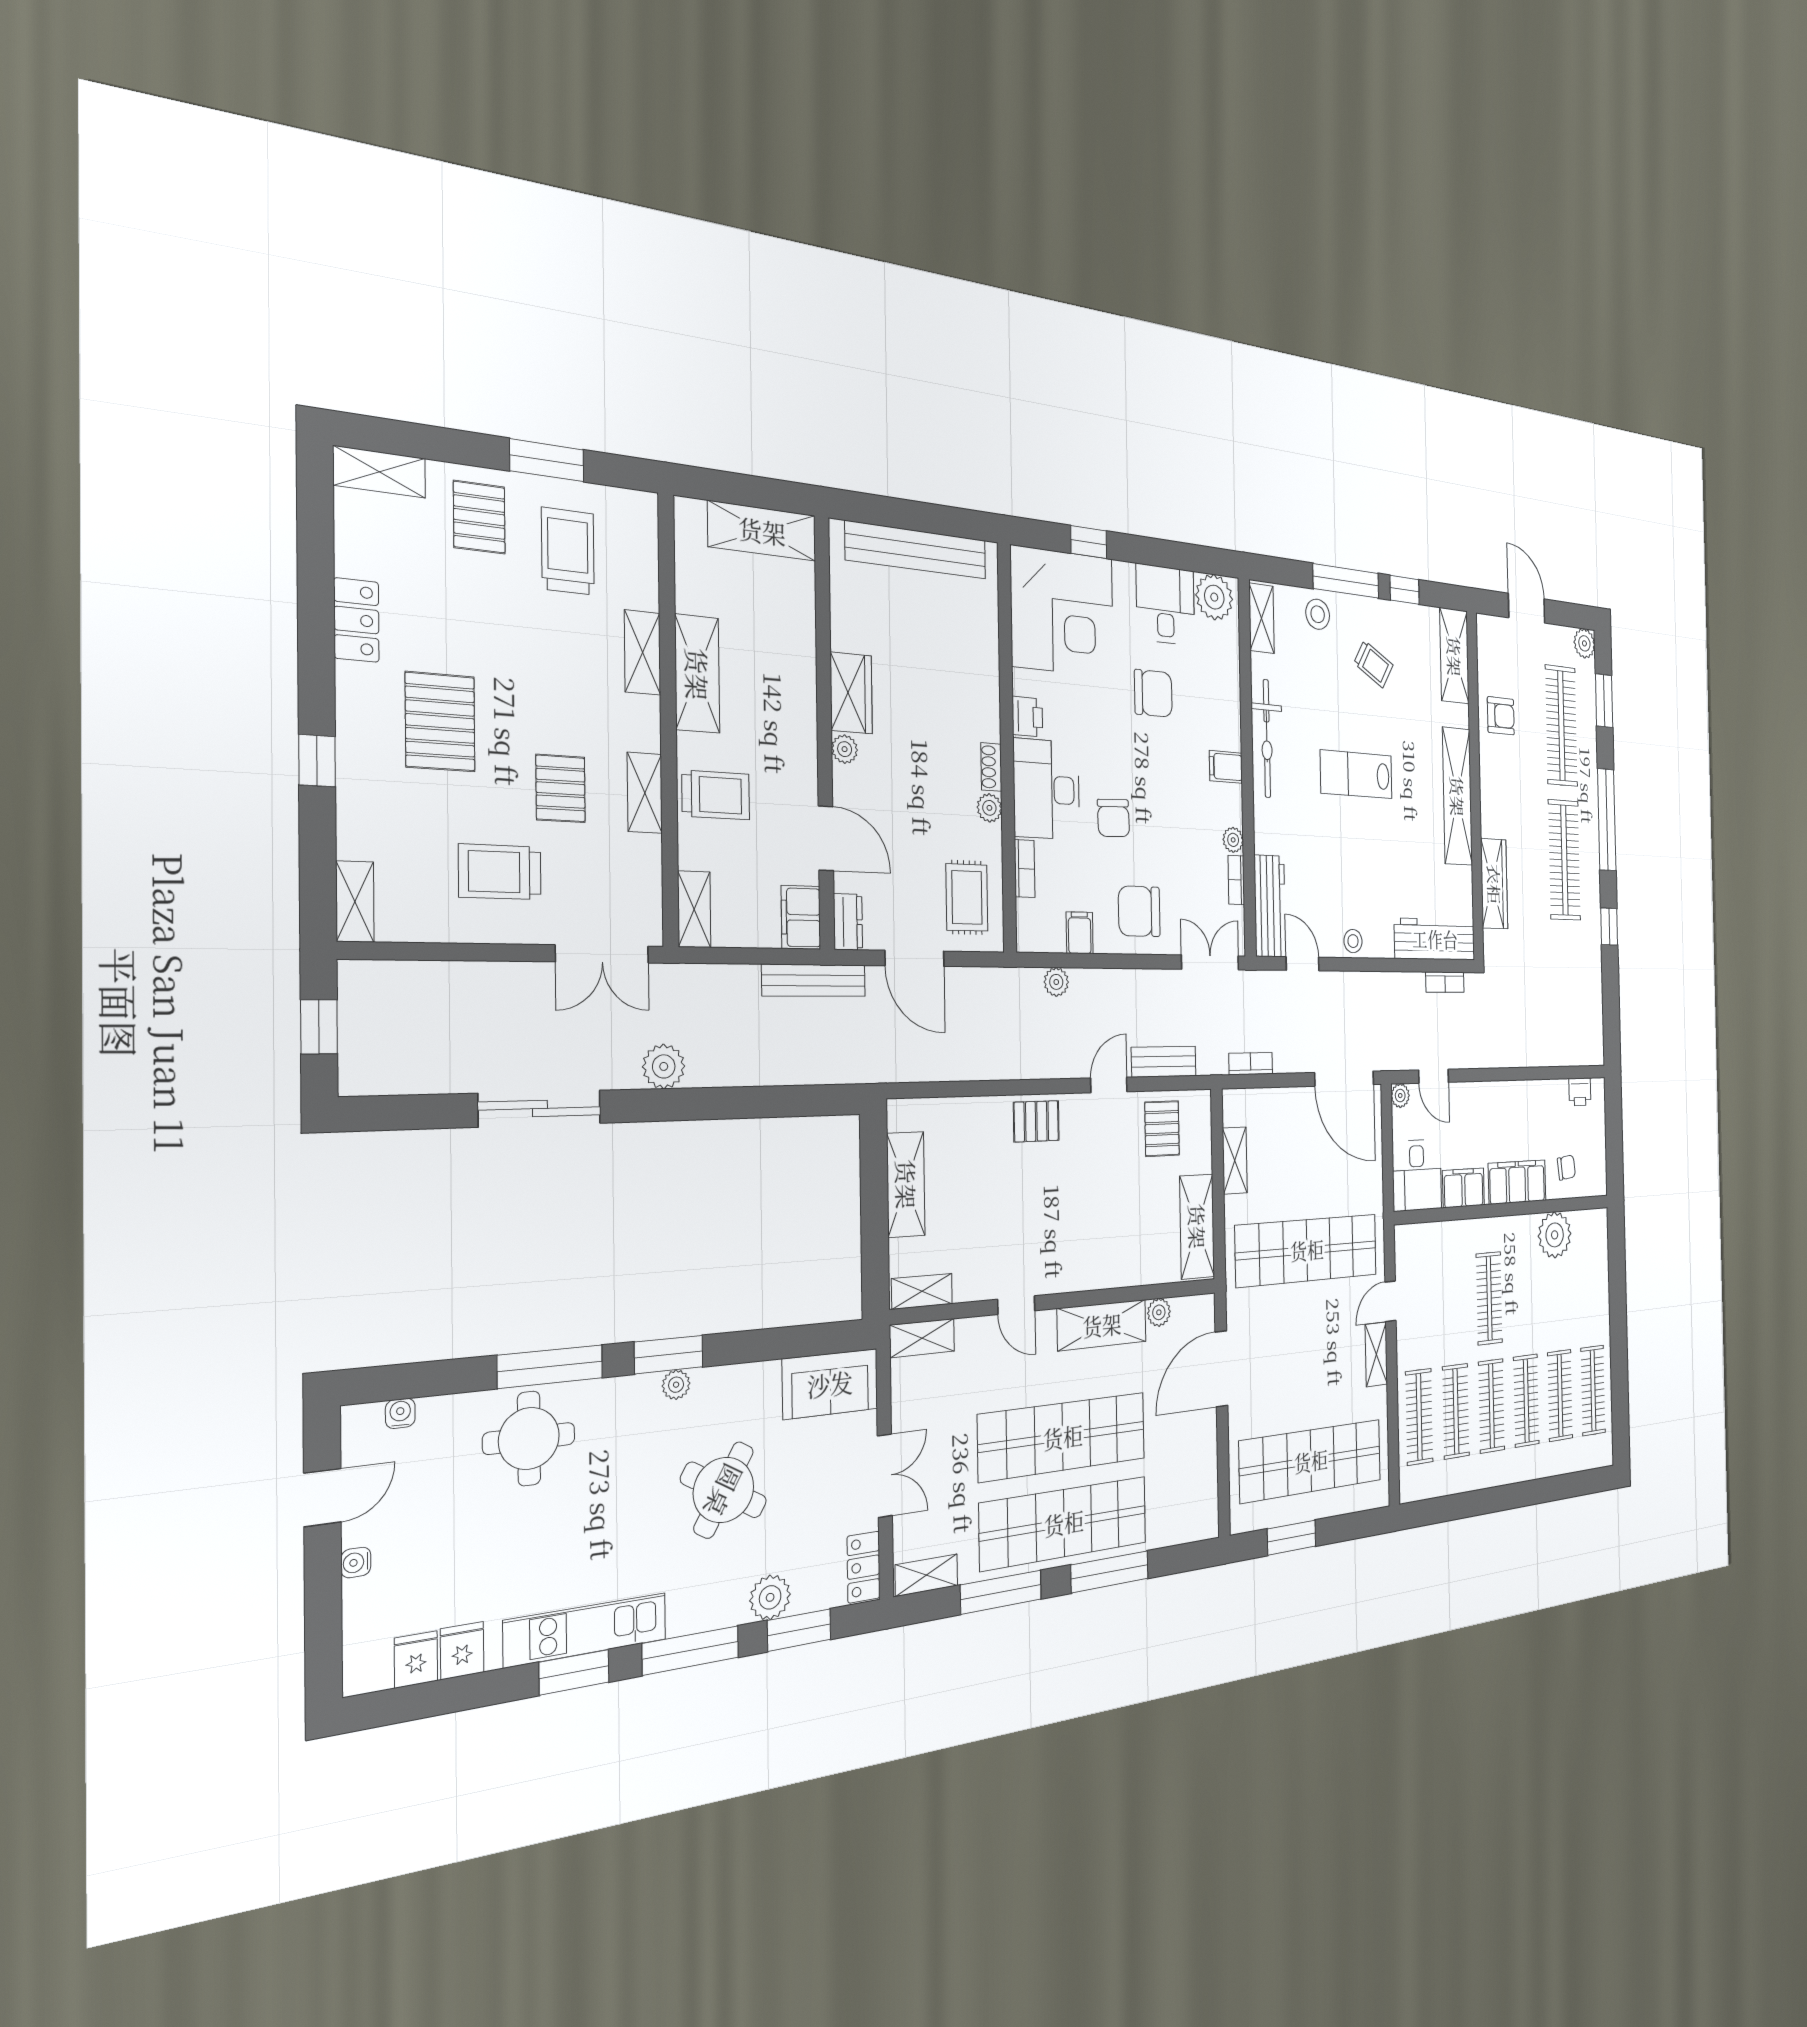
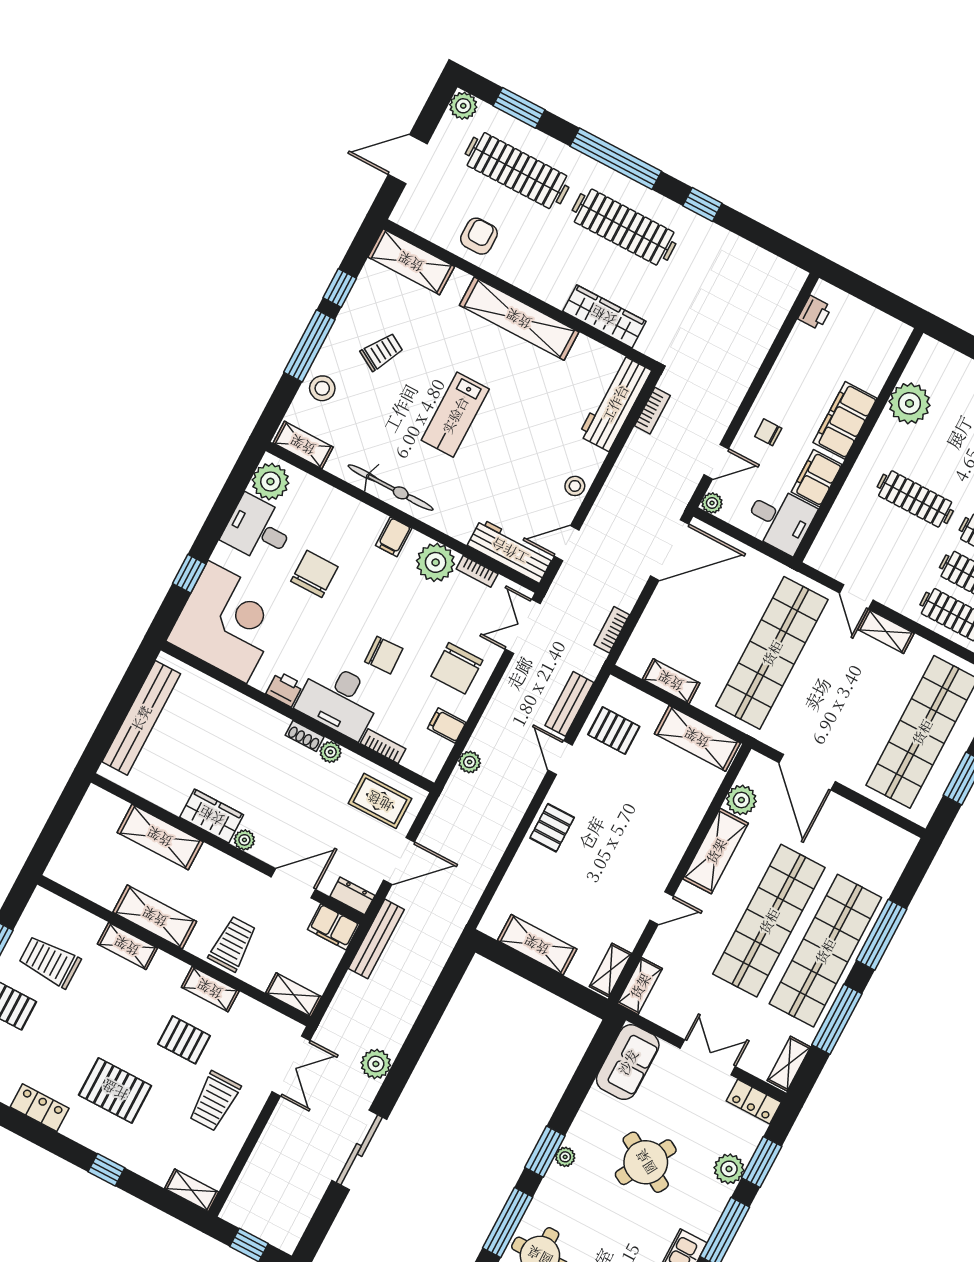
shelving: (762, 531) -> (160, 837), moved, turned 90
plant: (1233, 840) -> (436, 562), width x1.87, depth x1.87
chair: (1566, 1168) -> (768, 432), moved, turned -83
plant: (1159, 1312) -> (741, 800), width x1.38, depth x1.38

